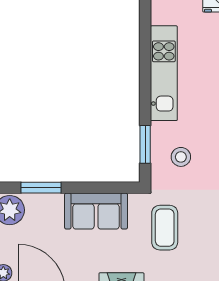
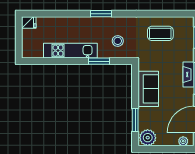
window: (145, 144) -> (99, 61), moved
coffee table: (165, 228) -> (160, 33), moved

